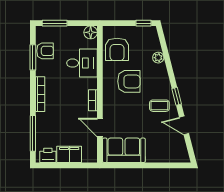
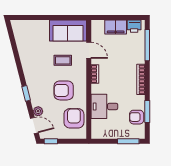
floor lamp: (91, 32) -> (97, 133), removed
window: (177, 96) -> (26, 93), moved
coffee table: (159, 106) -> (63, 60), moved
door: (184, 125) -> (34, 126), moved

